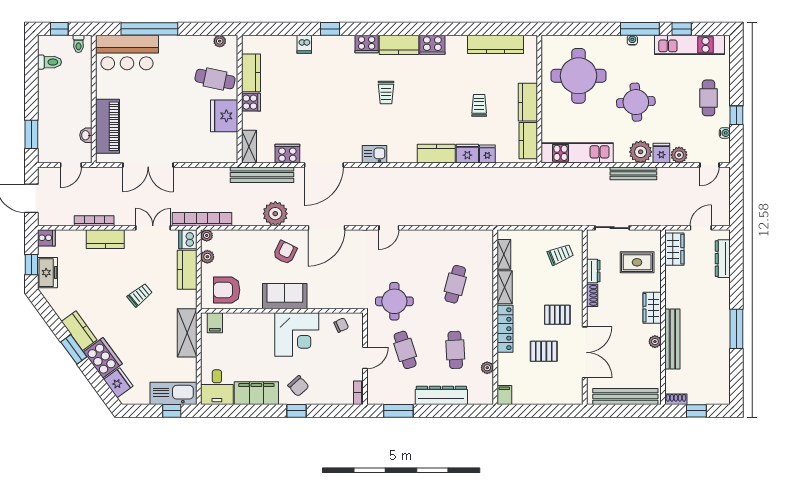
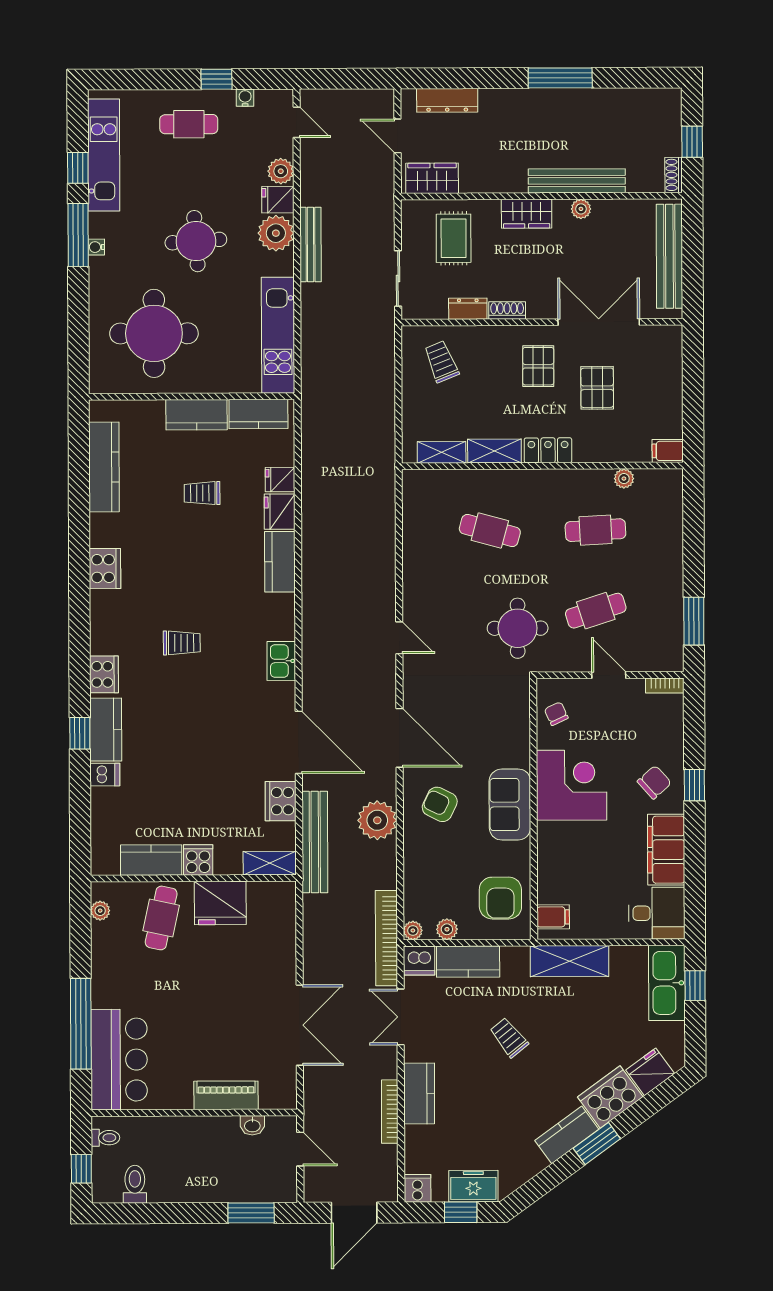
kitchen counter: (399, 45) -> (106, 730), moved
piano: (107, 126) -> (226, 1095), width x0.73, depth x0.75
locker: (505, 329) -> (548, 450), width x0.66
dresser: (441, 395) -> (669, 552), removed

